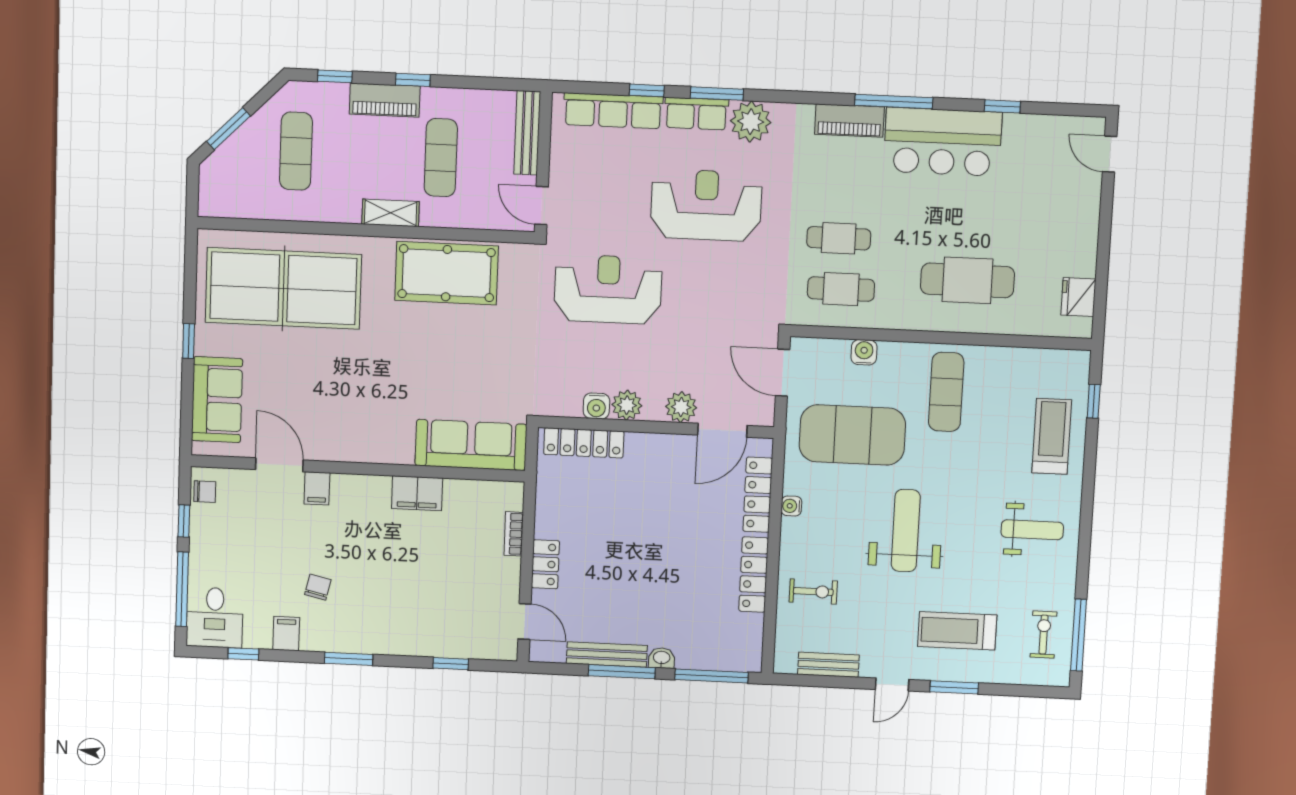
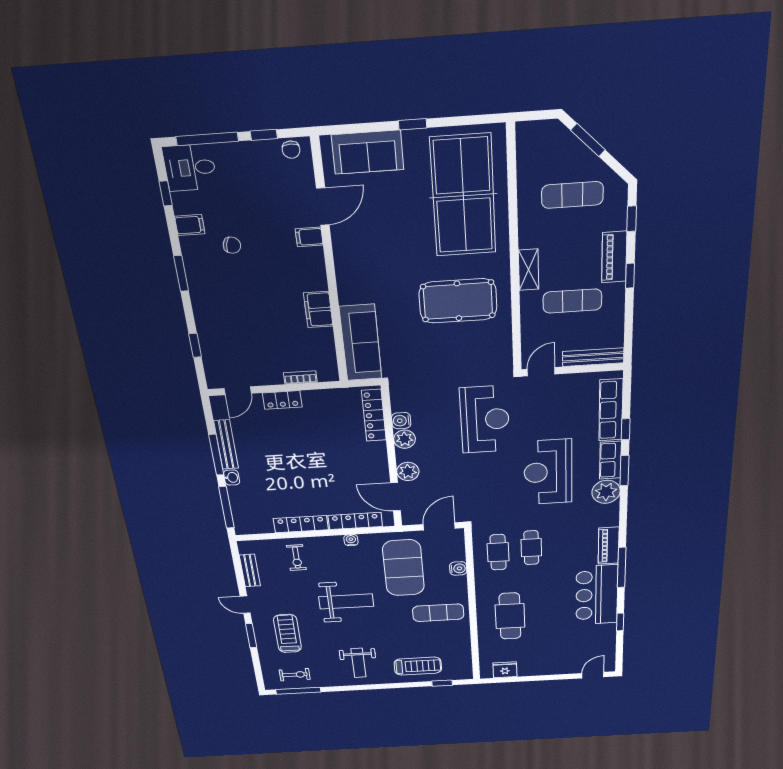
reception desk: (706, 205) -> (548, 472), turned 180
pool table: (447, 273) -> (458, 301), moved, turned 90

